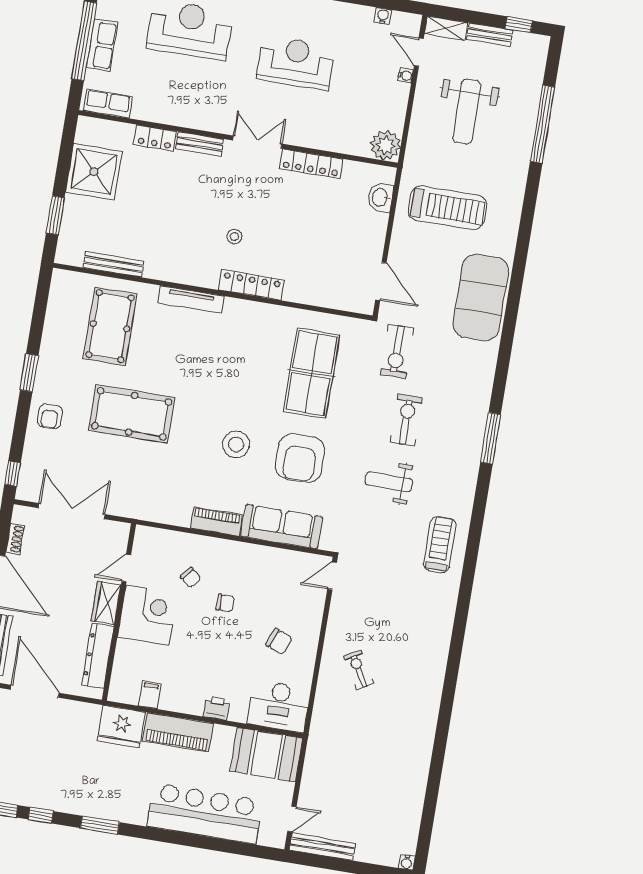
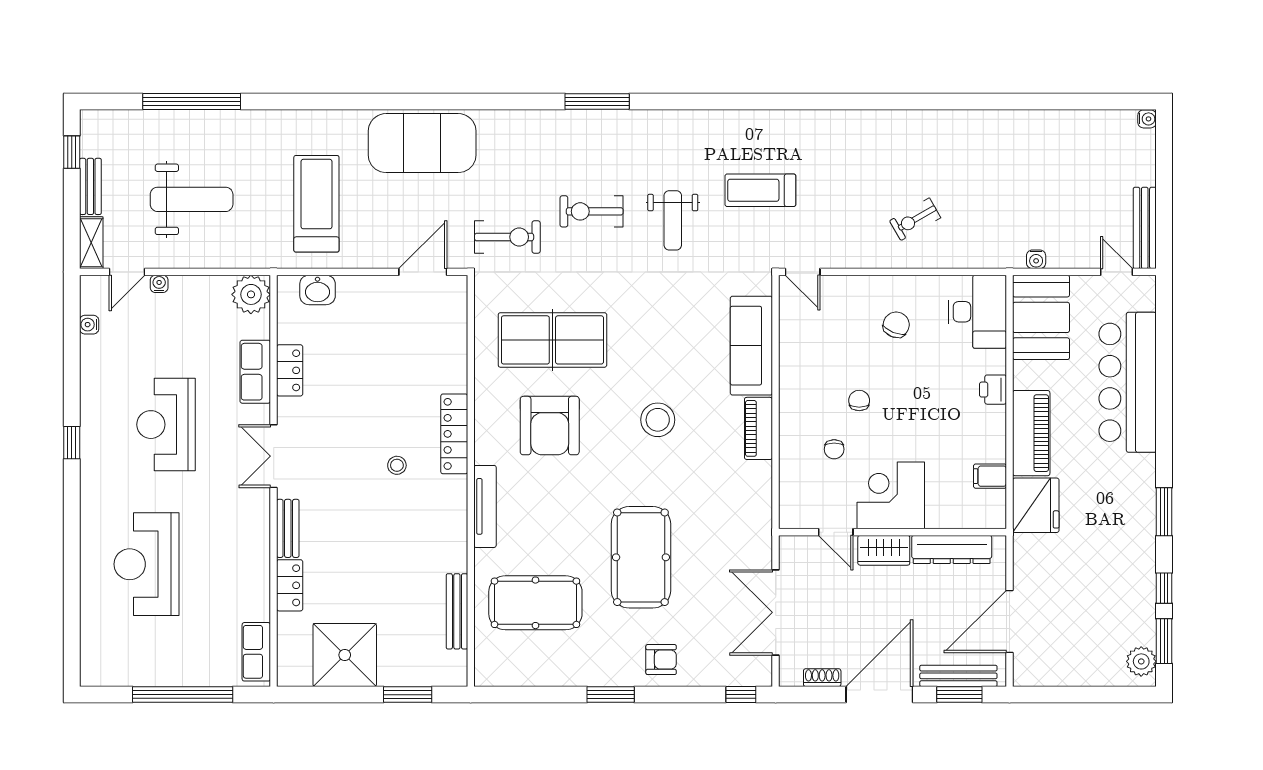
row of seats: (102, 45) -> (255, 372), moved, turned -90
locker: (311, 164) -> (290, 370), width x0.66
armchair: (300, 458) -> (550, 426), moved, turned 90
treadmill: (440, 545) -> (760, 190), moved
chair: (191, 577) -> (834, 449), turned 141
water cooler: (312, 758) -> (1036, 259), added

